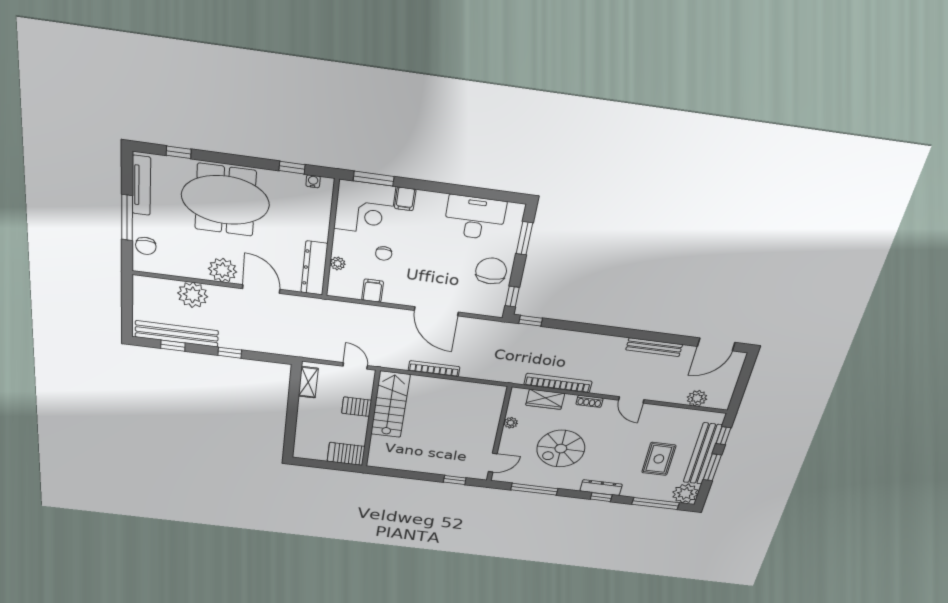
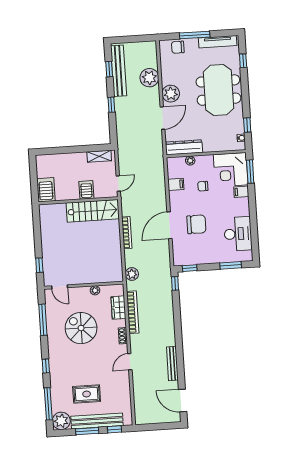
chair: (491, 271) -> (196, 224), moved
plant: (697, 398) -> (132, 274), moved
dresser: (601, 488) -> (54, 364), removed

